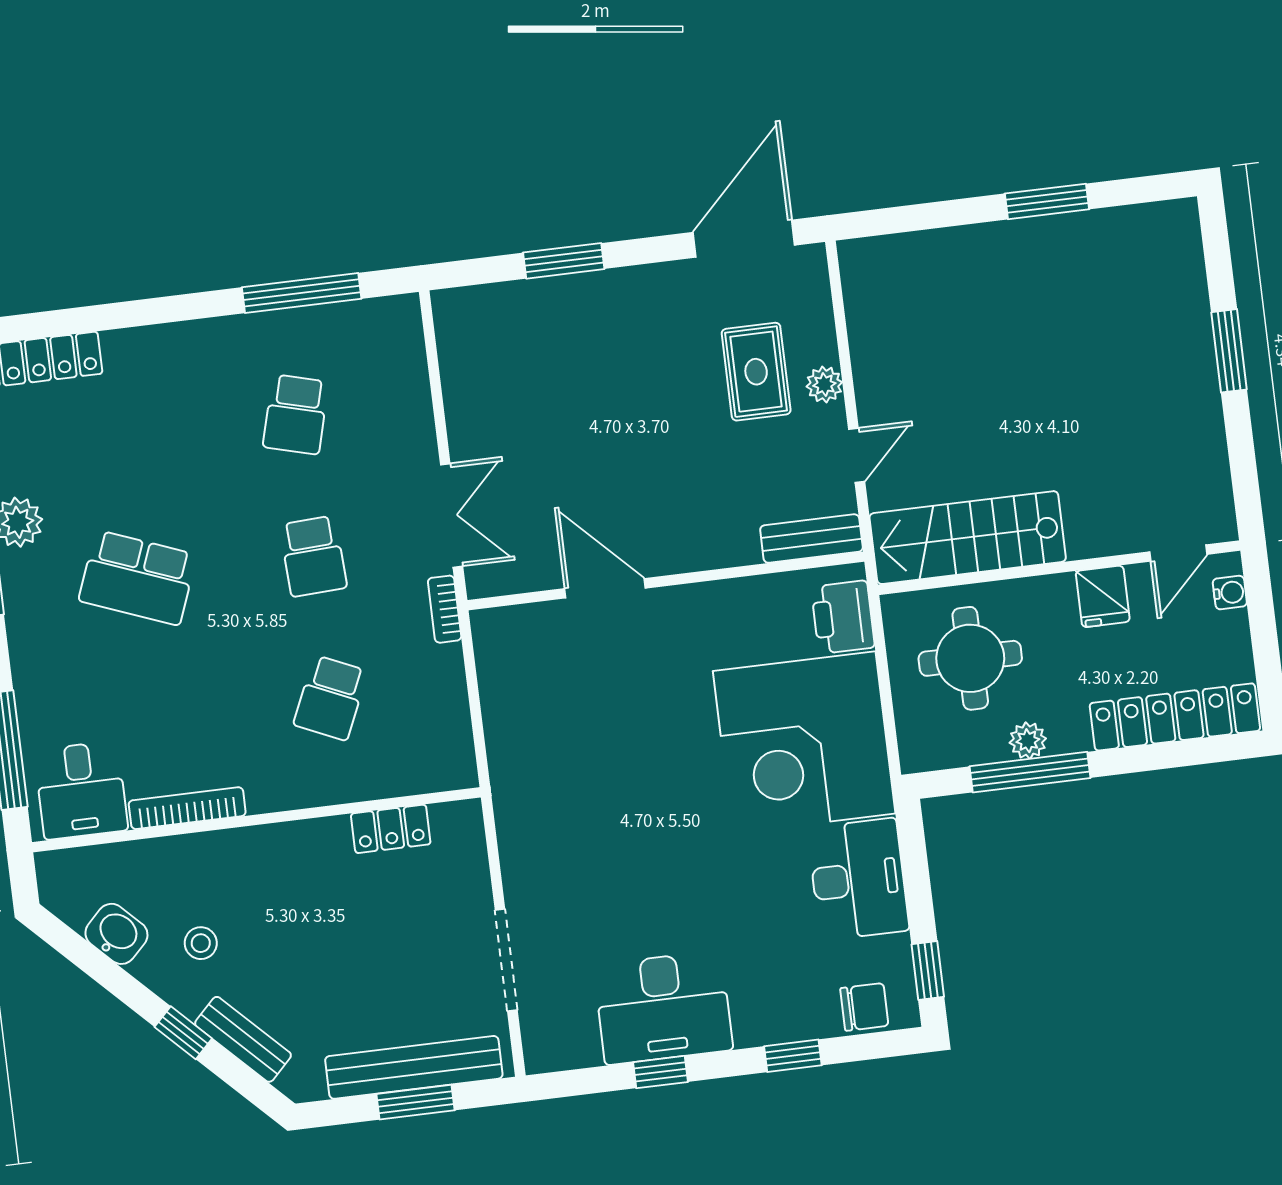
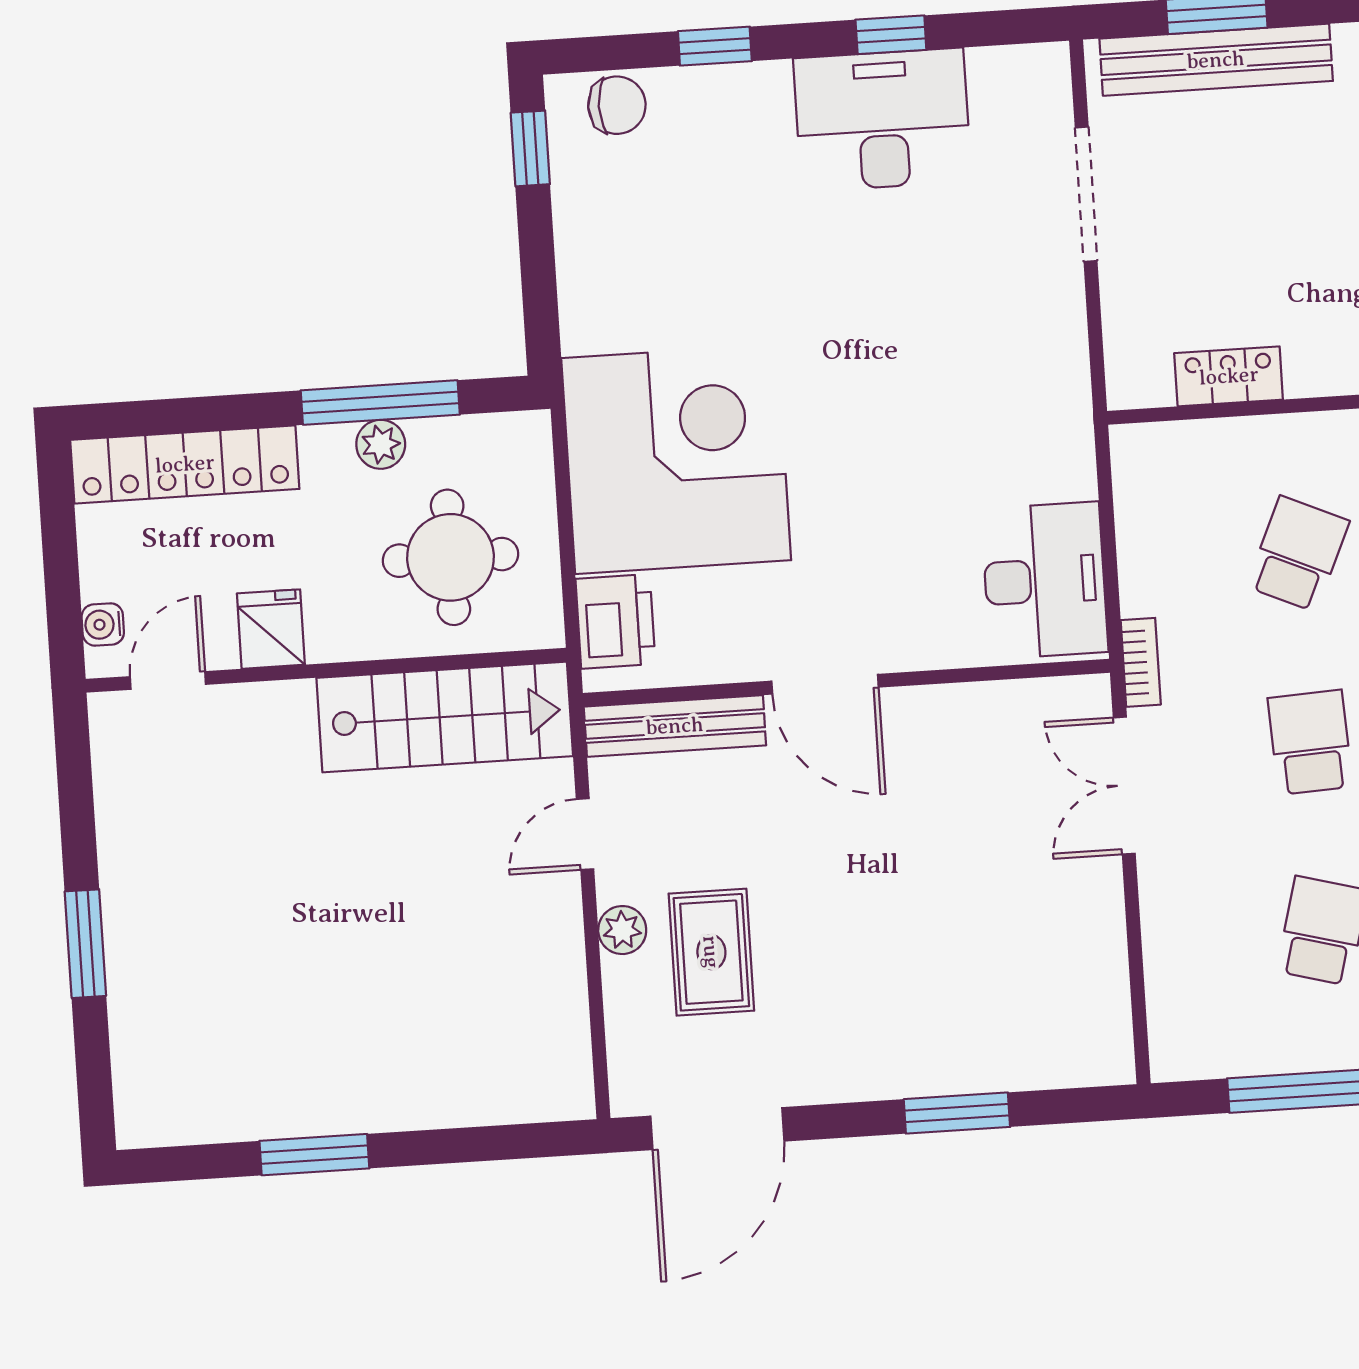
bench: (811, 539) -> (675, 726), width x1.36
door: (605, 588) -> (825, 684), moved
desk: (858, 879) -> (1045, 580), moved, turned 180
chair: (864, 1007) -> (617, 105), turned 180

